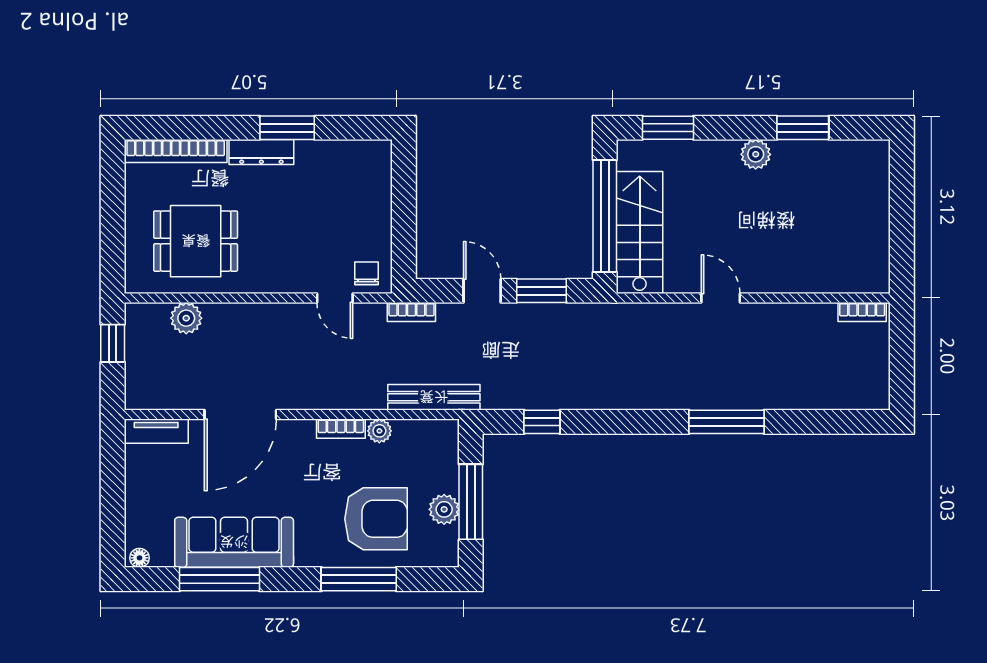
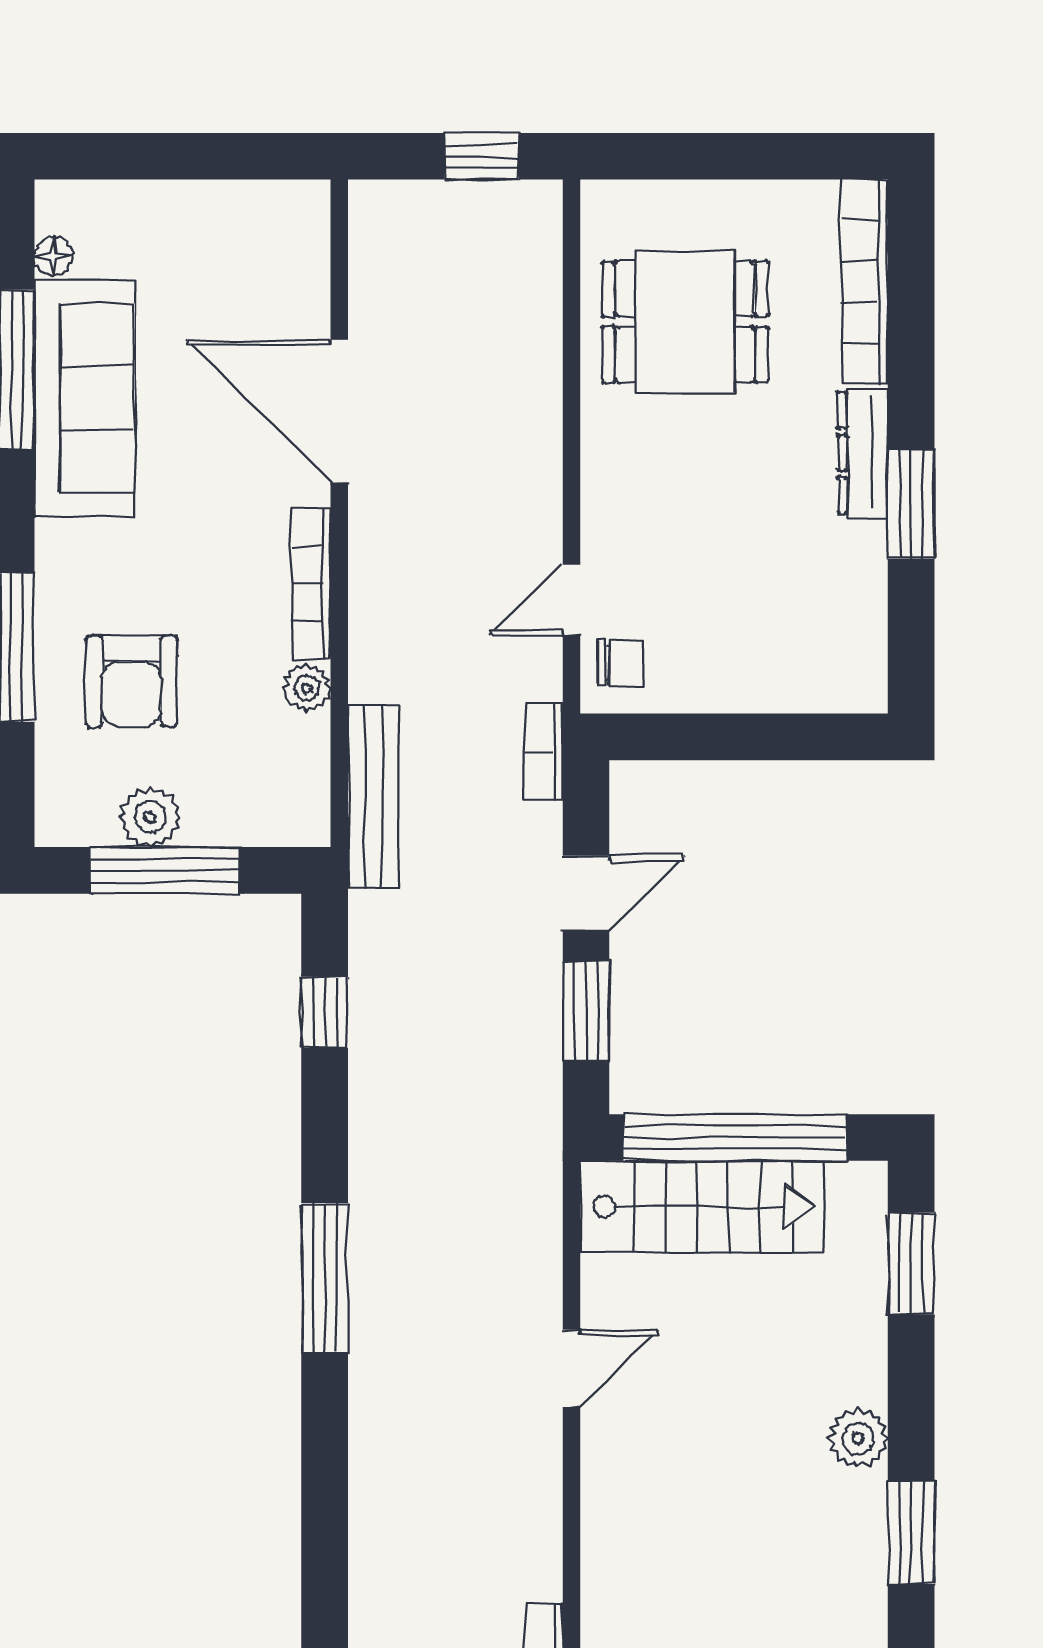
dining table: (196, 241) -> (685, 322), turned 90
plant: (186, 318) -> (531, 303), removed
window: (726, 422) -> (325, 1278), moved
bookcase: (341, 429) -> (311, 584), width x1.56
tv unit: (156, 431) -> (306, 243), removed
armchair: (376, 519) -> (131, 681), width x0.73, depth x0.73
floor lamp: (139, 558) -> (54, 256), moved

